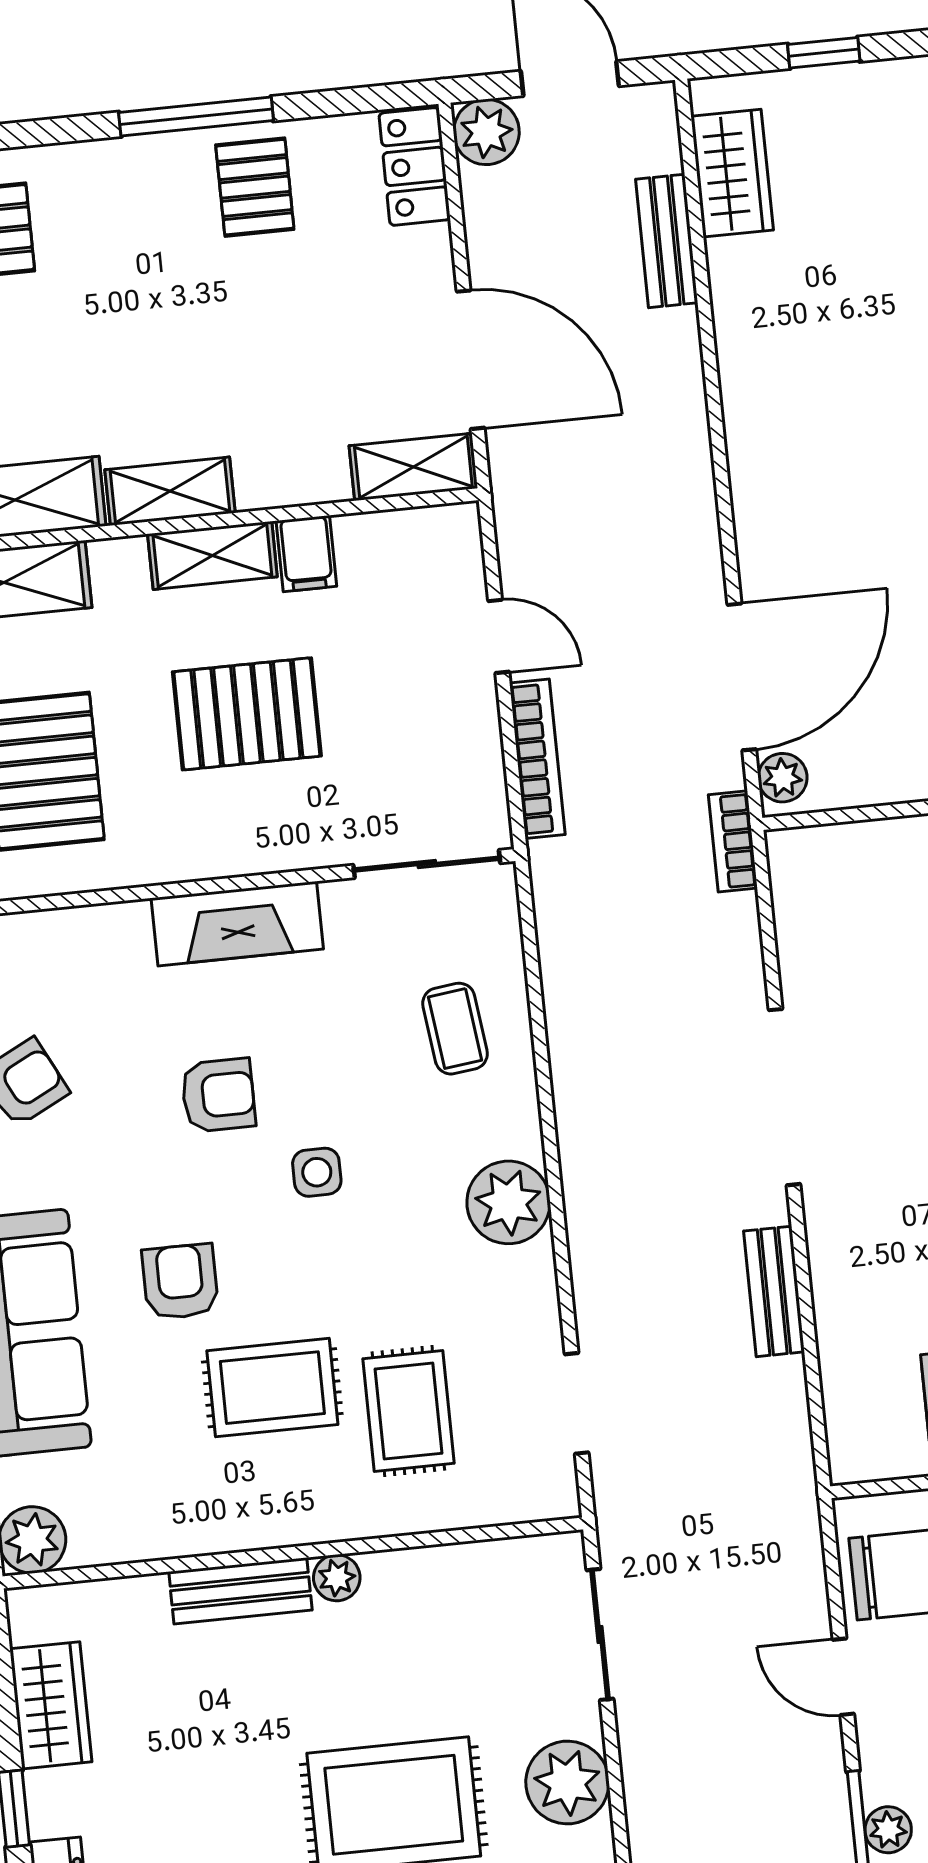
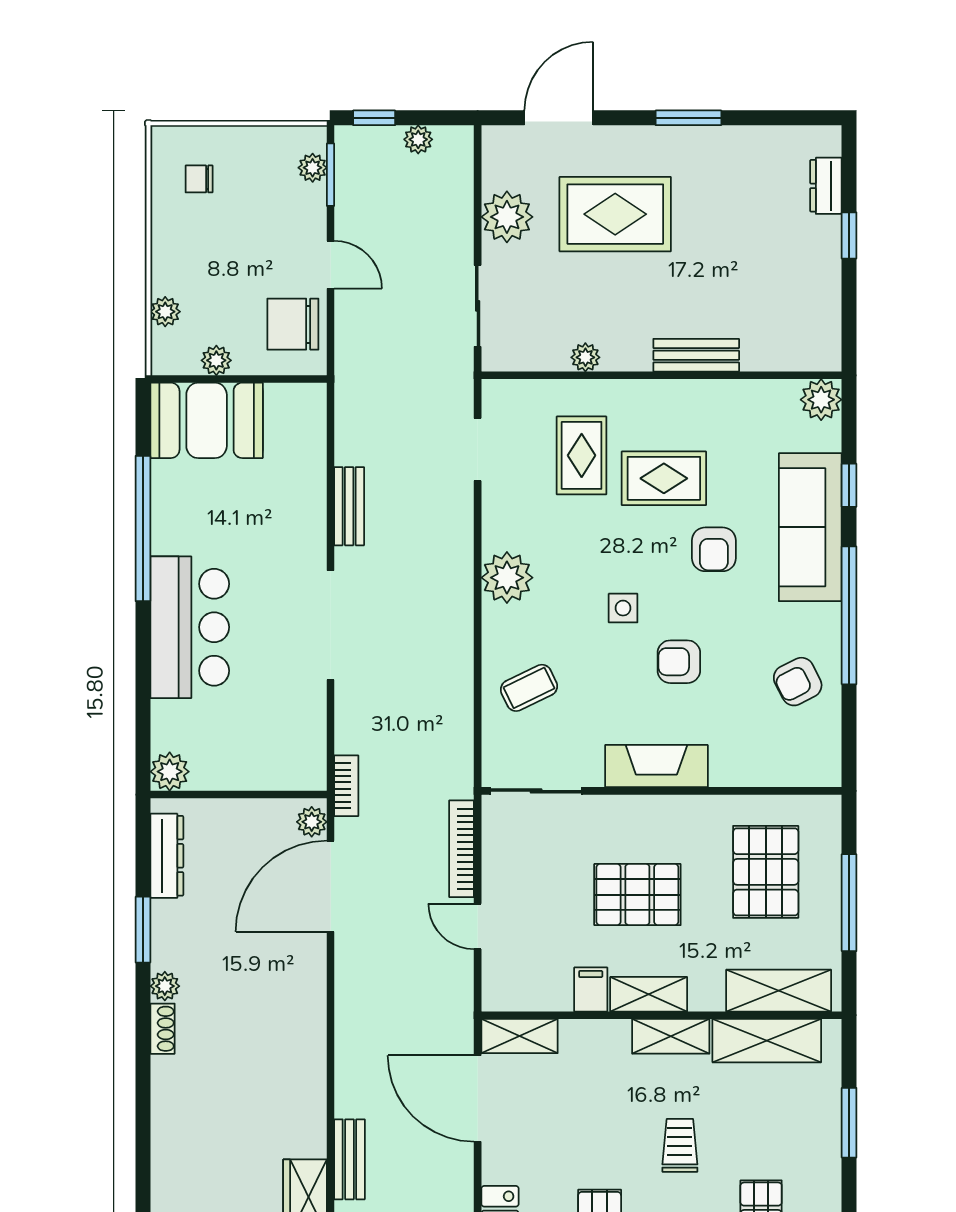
trolley: (138, 317) -> (680, 1145), added
coffee table: (455, 1029) -> (529, 688), turned 71
plant: (337, 1578) -> (585, 357), moved
wardrobe: (51, 1705) -> (820, 297), removed

